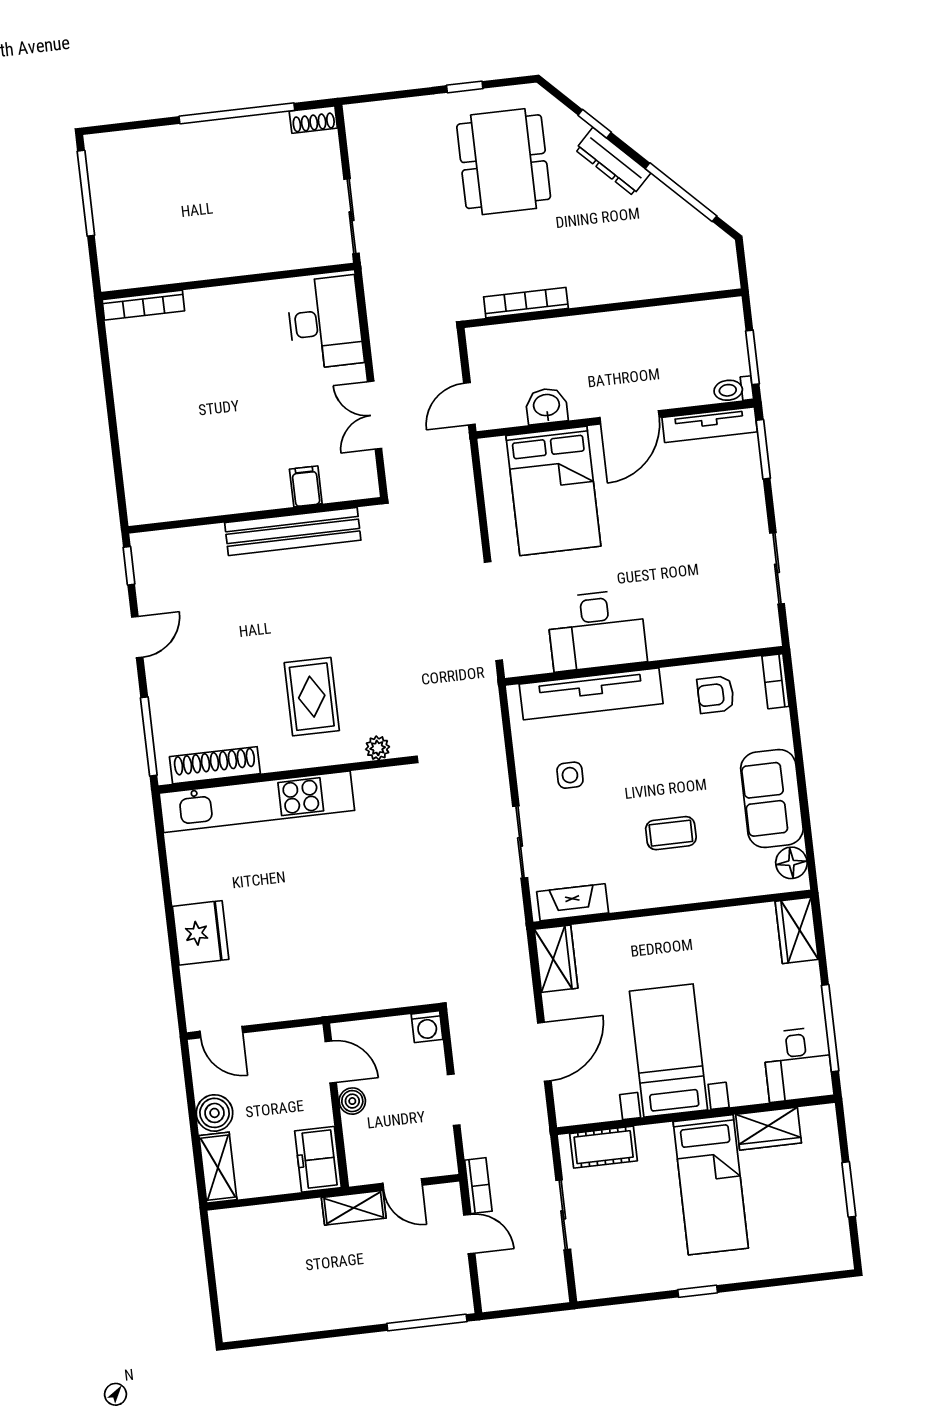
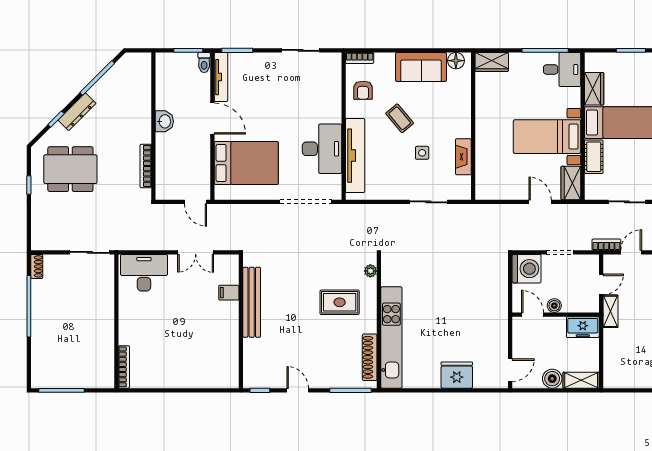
washbasin: (547, 406) -> (164, 121), moved, turned 180
side table: (570, 775) -> (422, 153), moved
coffee table: (671, 833) -> (400, 118), moved, turned -40
fireplace: (573, 902) -> (463, 157), moved
wardrobe: (556, 959) -> (571, 183), moved, turned -90
washing machine: (427, 1027) -> (527, 269), width x1.89, depth x1.89
door: (544, 1052) -> (540, 202), width x0.73
door: (331, 1062) -> (533, 315), hinge flipped
cot: (604, 1147) -> (594, 157), moved

